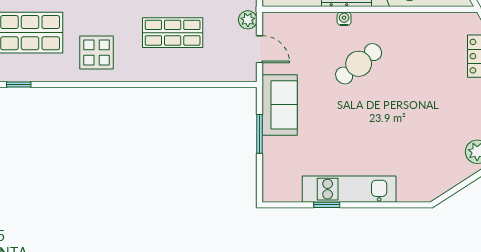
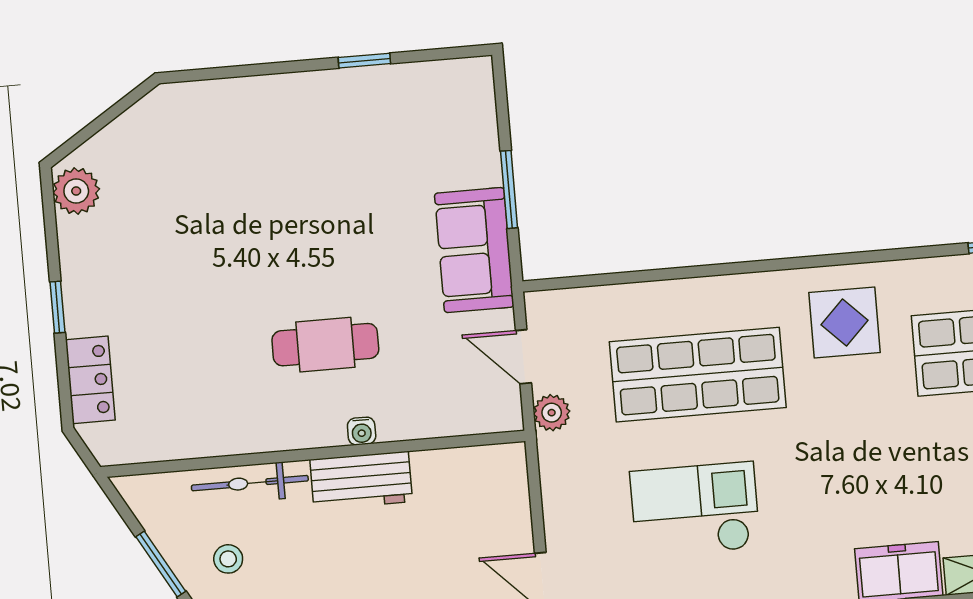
shop shelf: (173, 33) -> (698, 375), width x1.43, depth x1.36
cafe table: (359, 64) -> (325, 345), turned 39
kitchen unit: (349, 189) -> (323, 96), removed

